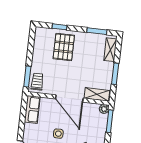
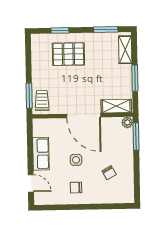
pallet: (64, 47) -> (68, 54), turned 90
row of seats: (32, 110) -> (41, 154), moved

